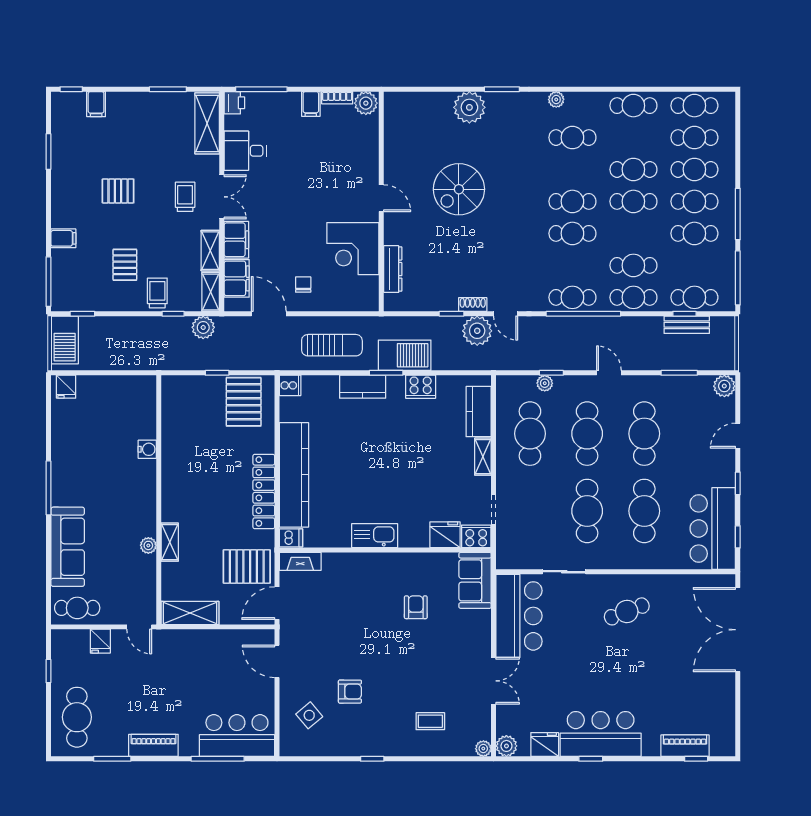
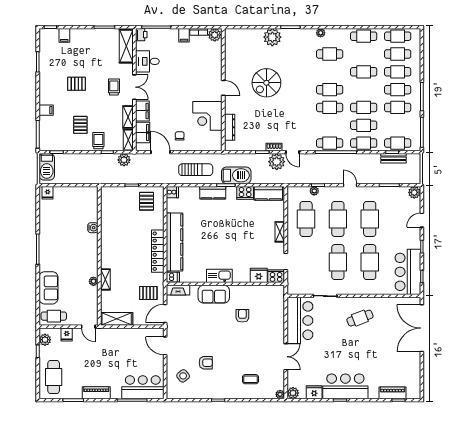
cafe table: (633, 201) -> (364, 107), moved
pallet: (244, 402) -> (147, 201), width x0.67, depth x0.71
kitchen counter: (479, 412) -> (268, 193), moved, turned -90
sofa: (68, 547) -> (48, 288), width x0.73
pallet: (247, 566) -> (148, 293), width x0.67, depth x0.71
sofa: (475, 580) -> (214, 294), moved, turned -90
plant: (61, 650) -> (45, 340), added

